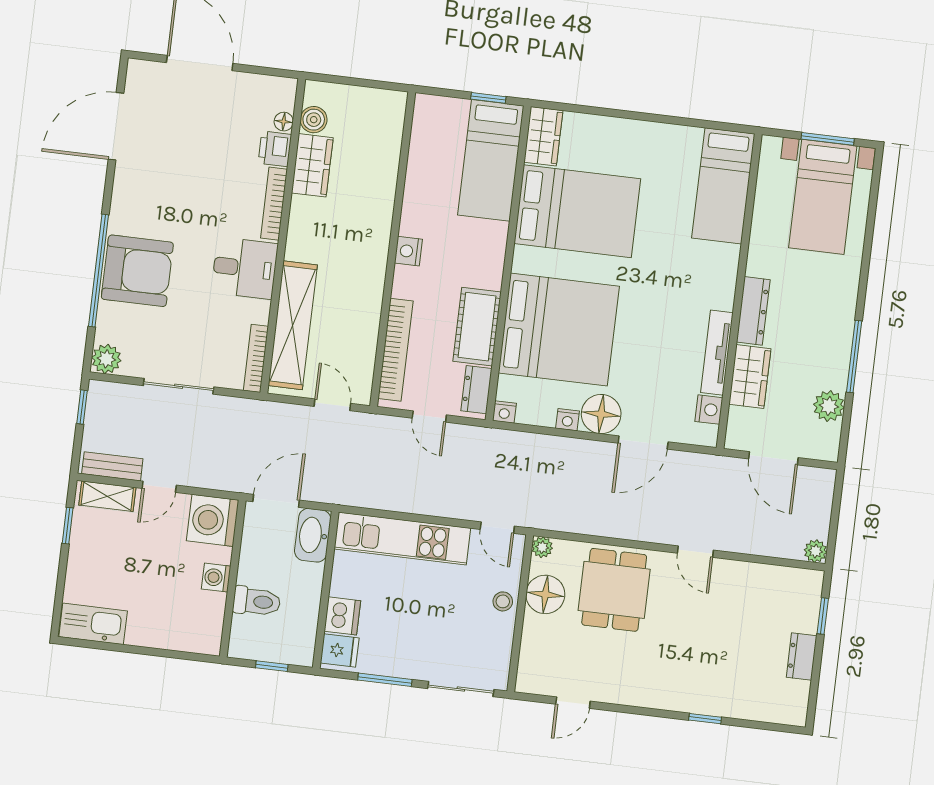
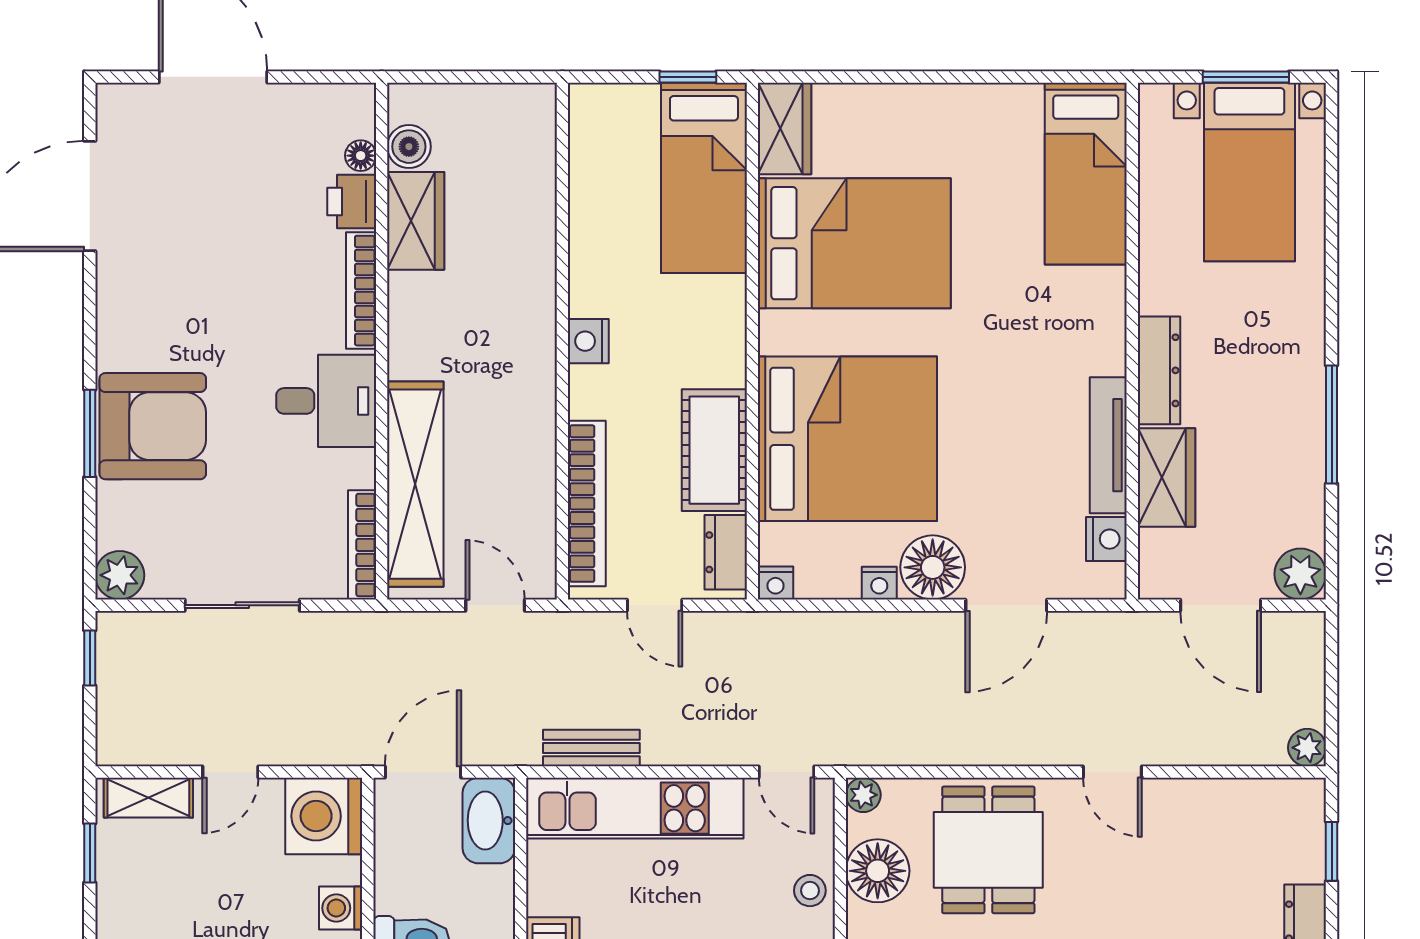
window: (99, 271) -> (90, 433), width x0.47
plant: (829, 406) -> (1300, 574), moved
bench: (112, 466) -> (591, 748), moved

